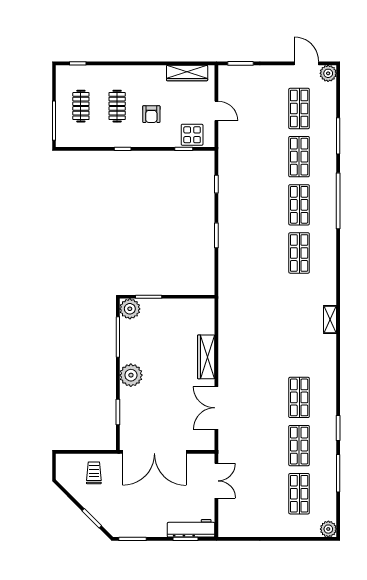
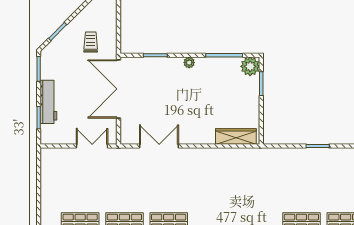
wardrobe: (206, 357) -> (236, 137), moved
plant: (131, 375) -> (189, 63), width x0.53, depth x0.53
trolley: (94, 473) -> (91, 42), moved, turned -90
double door: (216, 481) -> (92, 146), swing flipped
workbench: (191, 528) -> (48, 102), moved

